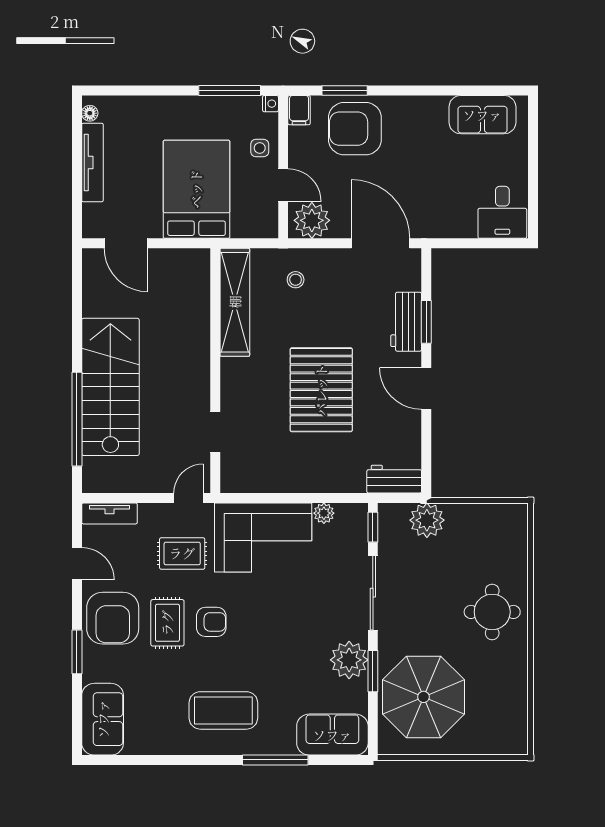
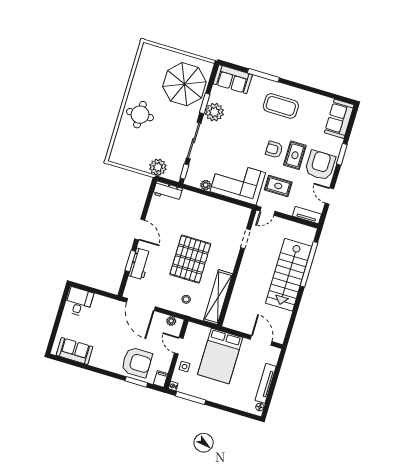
plant: (312, 220) -> (171, 321), width x0.53, depth x0.53
pallet: (321, 390) -> (190, 259), moved

